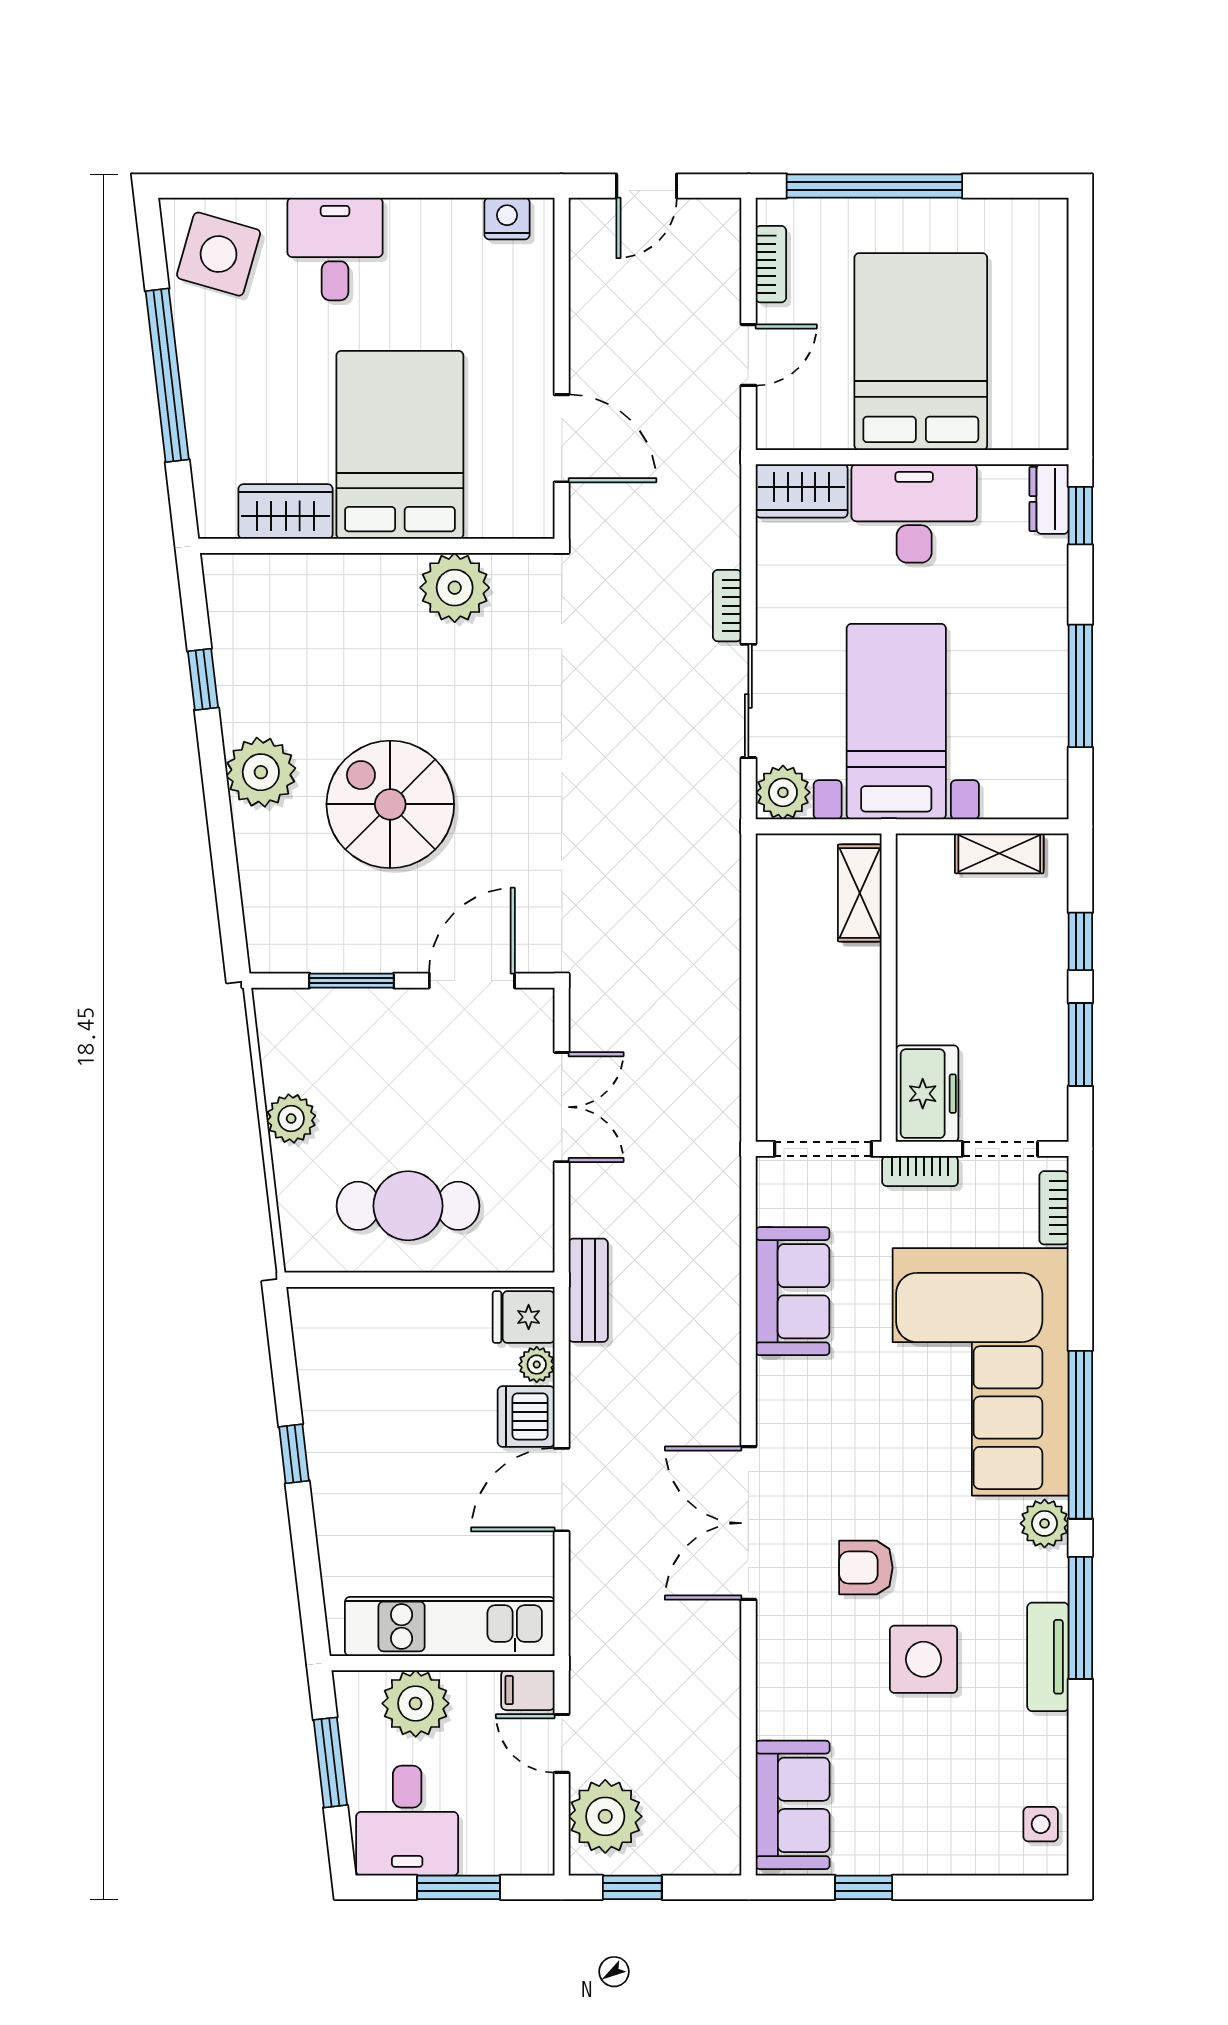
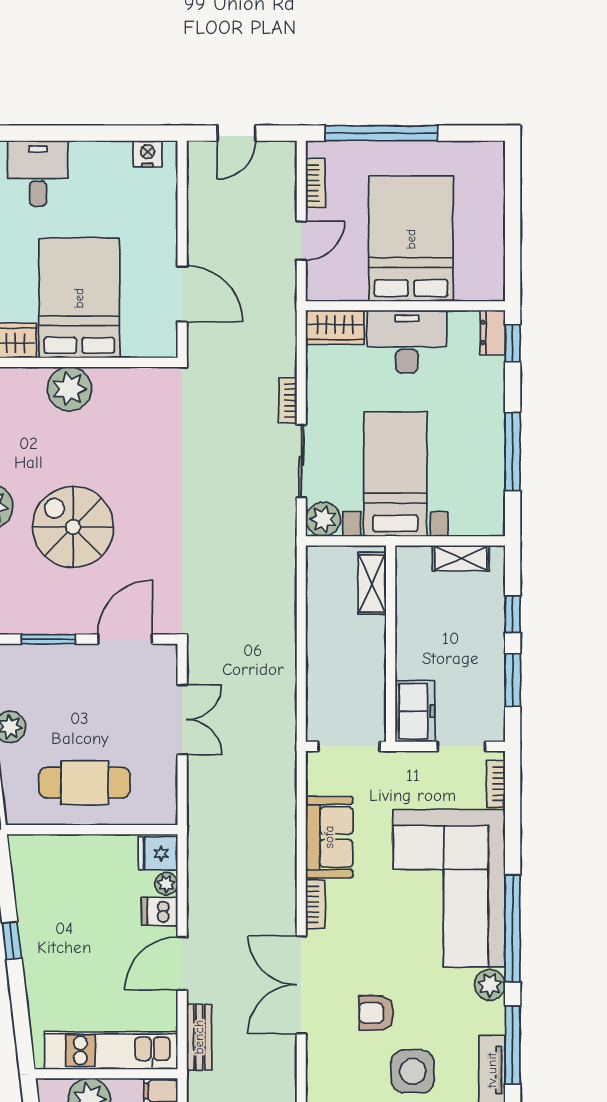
plant: (455, 588) -> (69, 389), moved
bookcase: (920, 1171) -> (315, 904), moved, turned -90
bench: (588, 1290) -> (199, 1037), moved
dishwasher: (526, 1416) -> (160, 911), width x0.73

